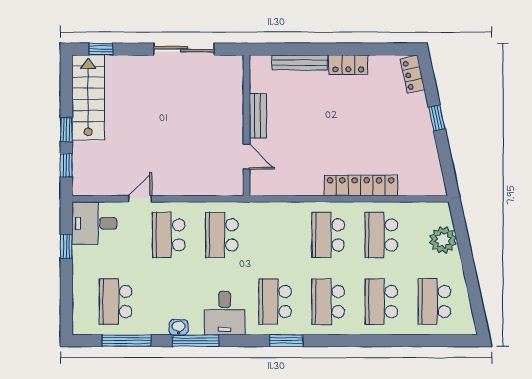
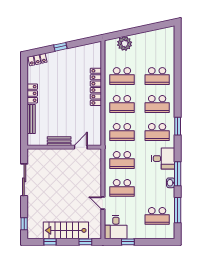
stairs: (88, 98) -> (66, 230), moved
window: (66, 130) -> (50, 242), moved
school desk: (434, 302) -> (122, 132), moved

